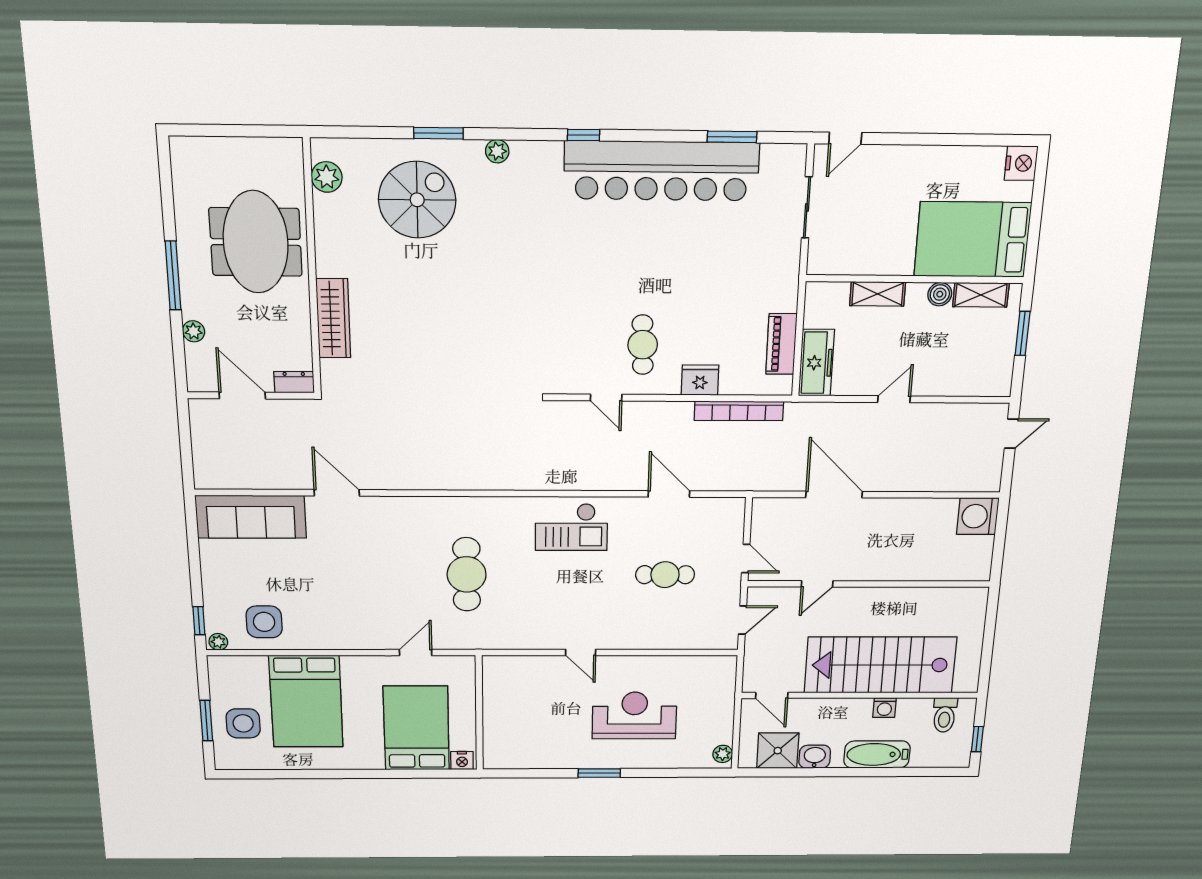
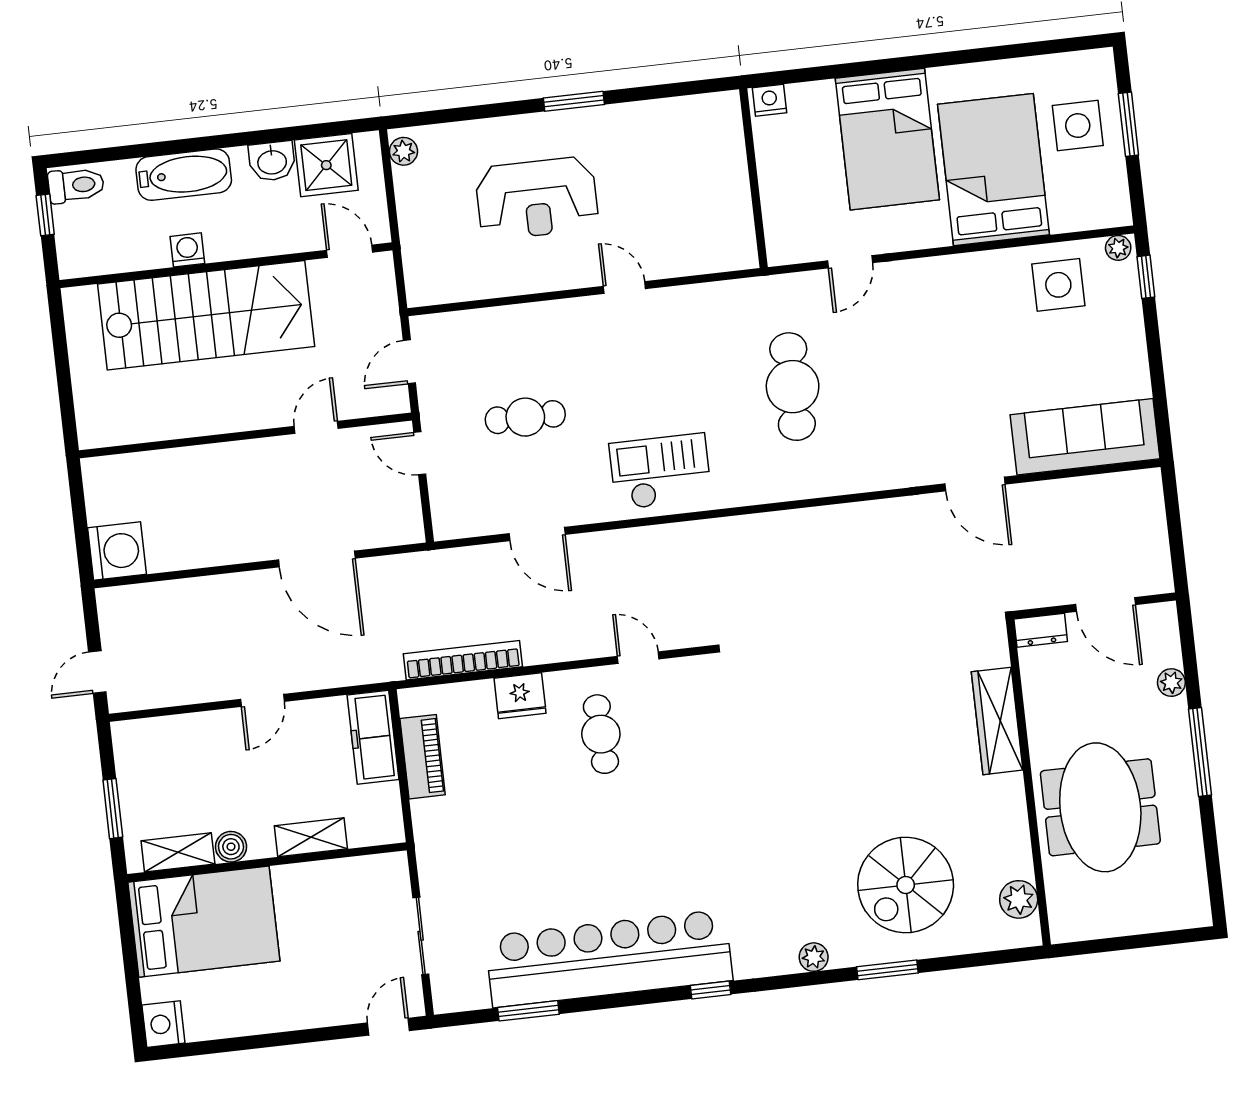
toilet: (945, 715) -> (76, 185), moved, turned 90
bed: (416, 728) -> (887, 139), moved

